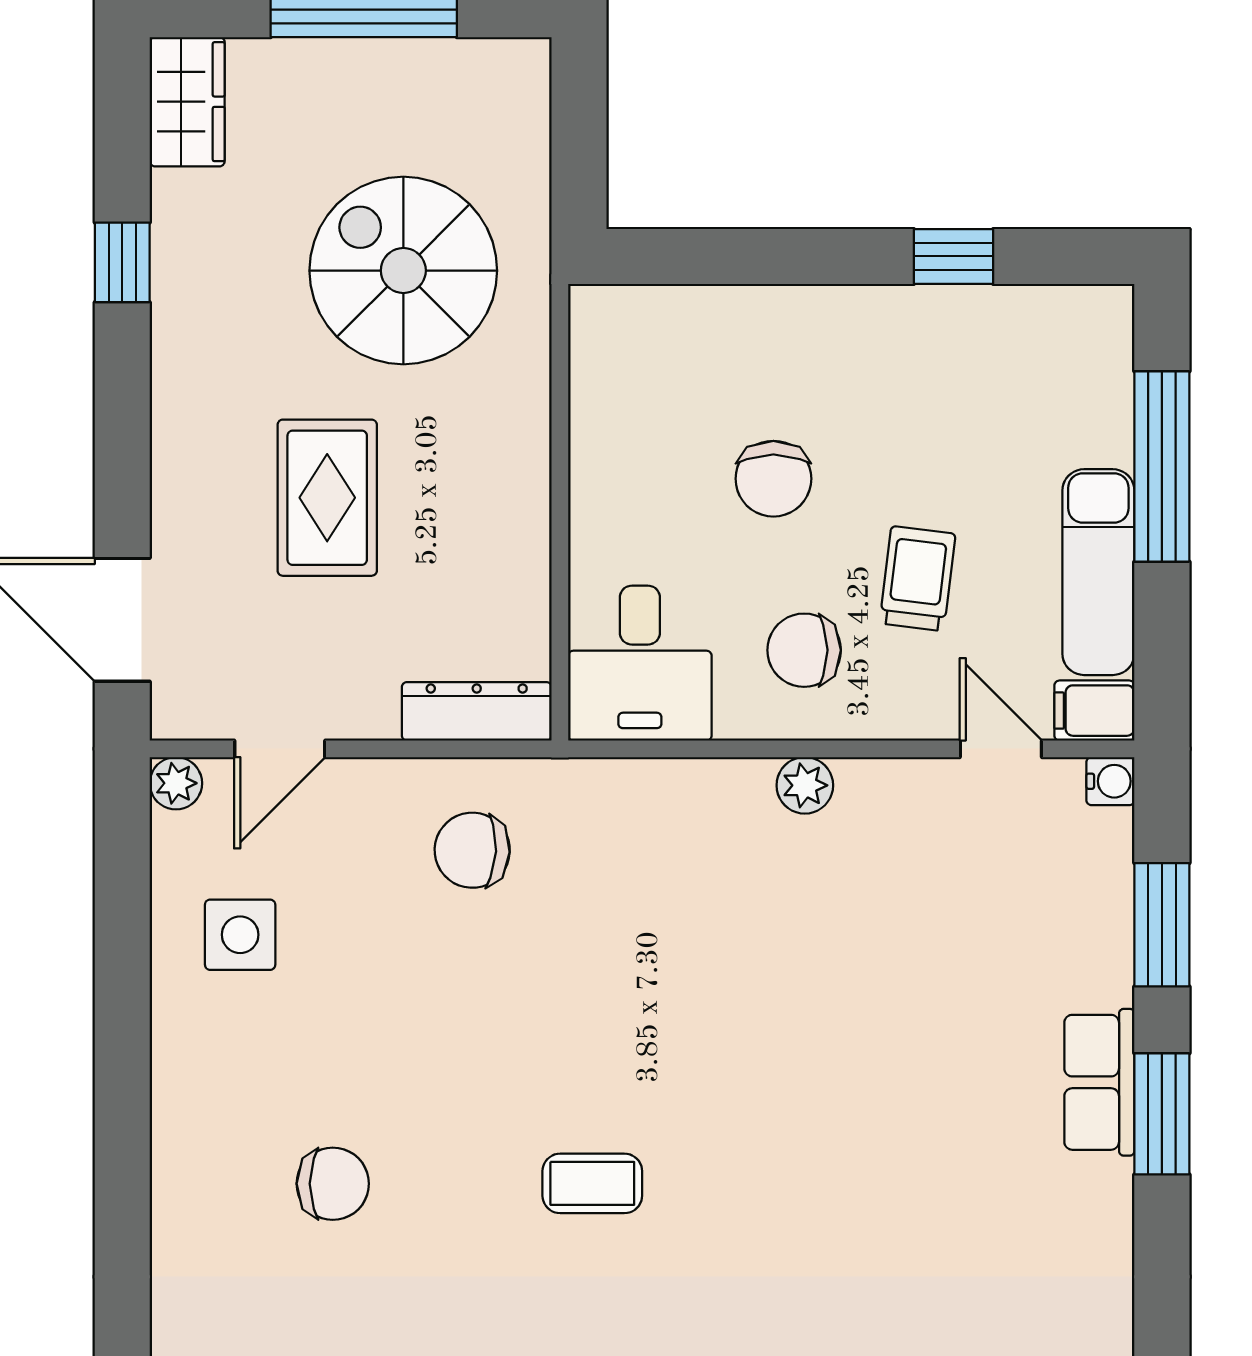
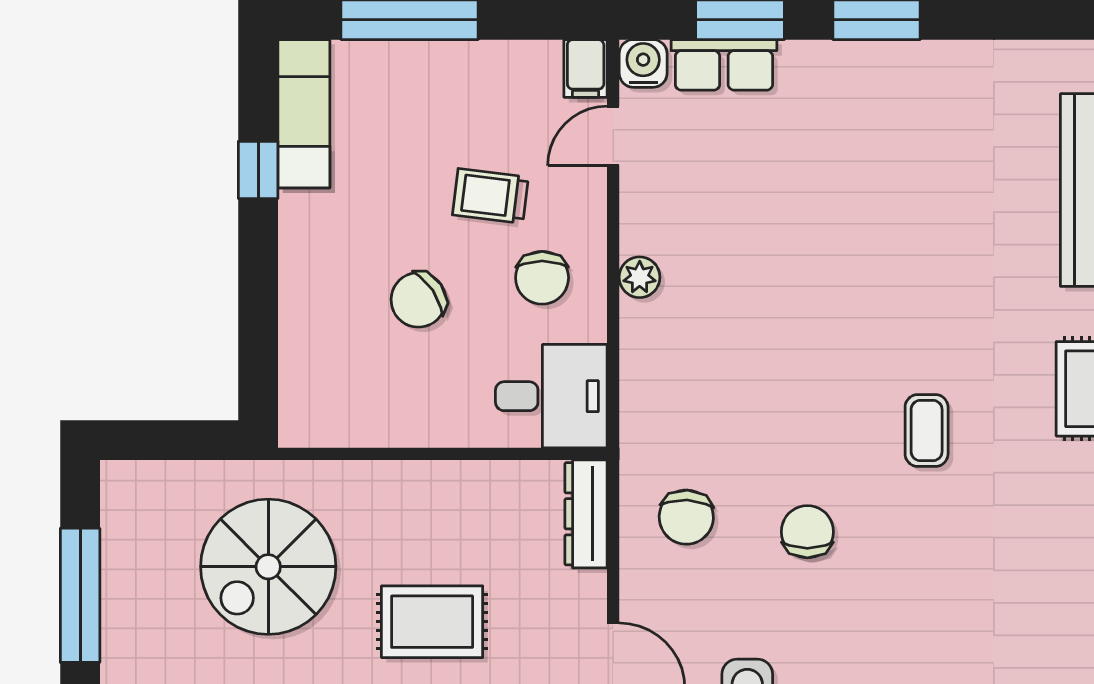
chair: (773, 479) -> (418, 300), turned 146
exam couch: (1098, 572) -> (304, 114), moved, turned -90
water cooler: (1110, 781) -> (643, 63), width x1.38, depth x1.38
row of seats: (1099, 1082) -> (724, 65), moved
chair: (333, 1184) -> (807, 532), moved

